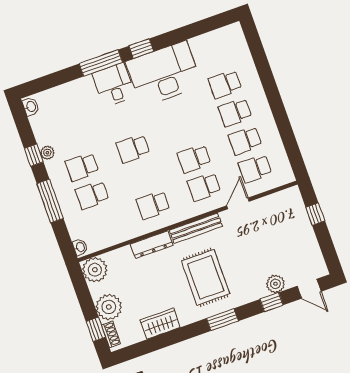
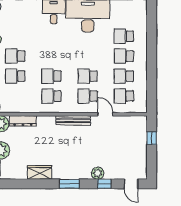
school desk: (133, 149) -> (51, 76), moved
door: (238, 203) -> (105, 114), hinge flipped
dresser: (152, 245) -> (23, 121), moved
rug: (206, 277) -> (68, 153), removed
plant: (275, 284) -> (98, 173), moved
wardrobe: (160, 324) -> (39, 172), moved

